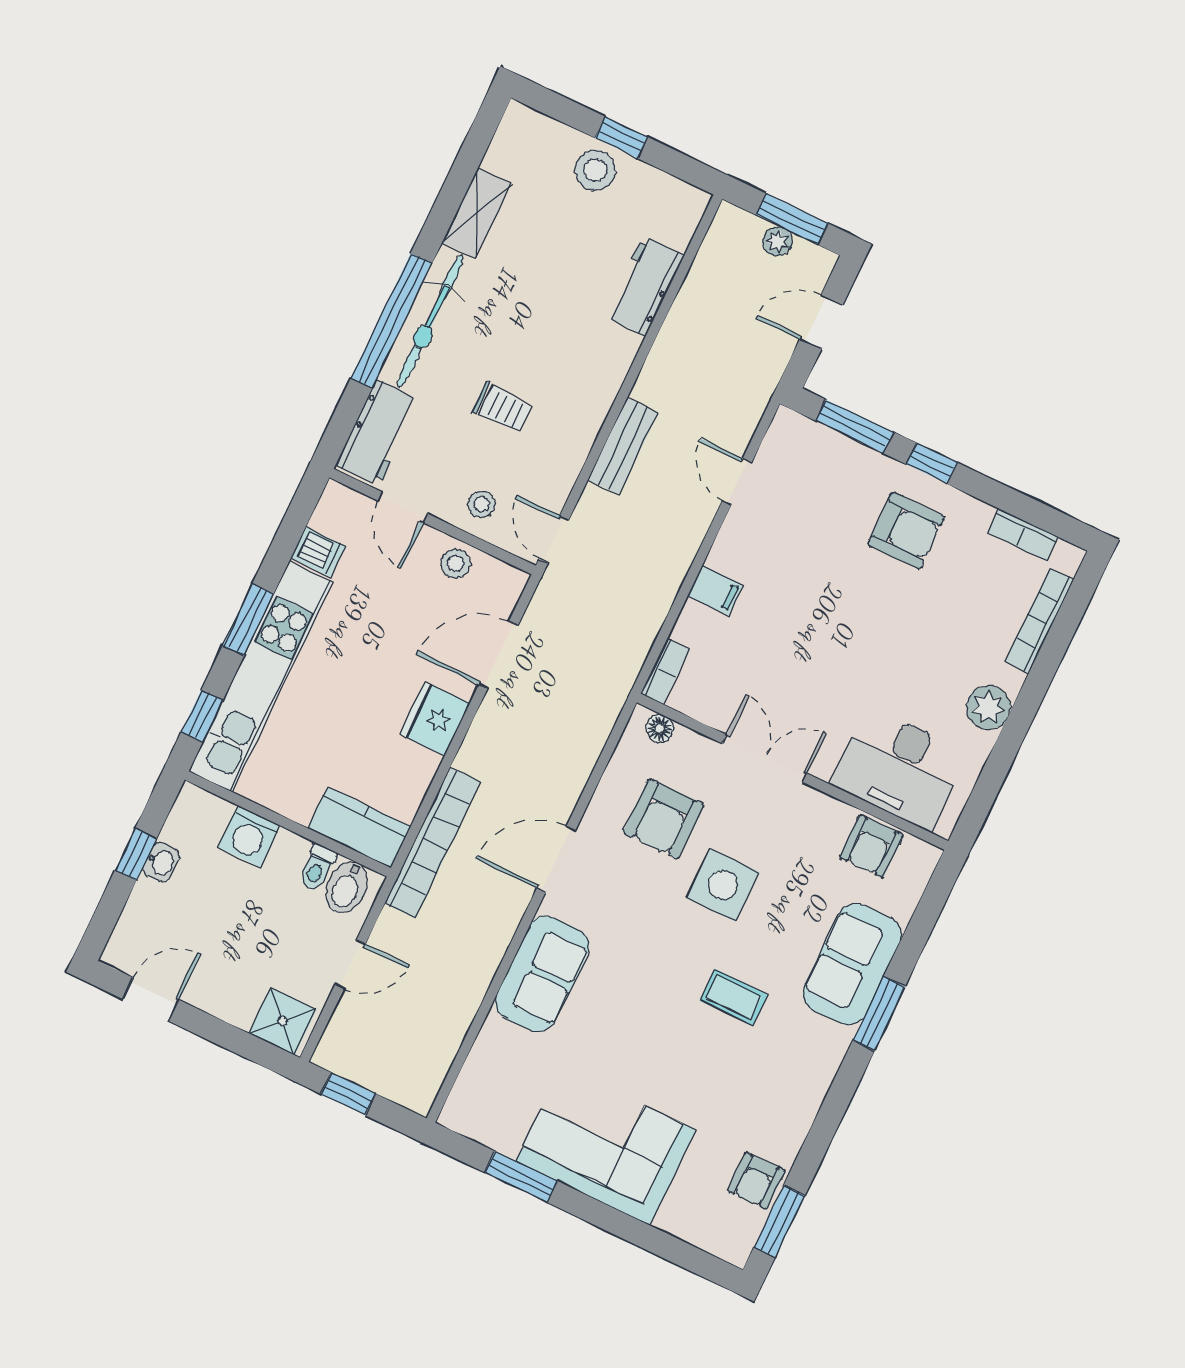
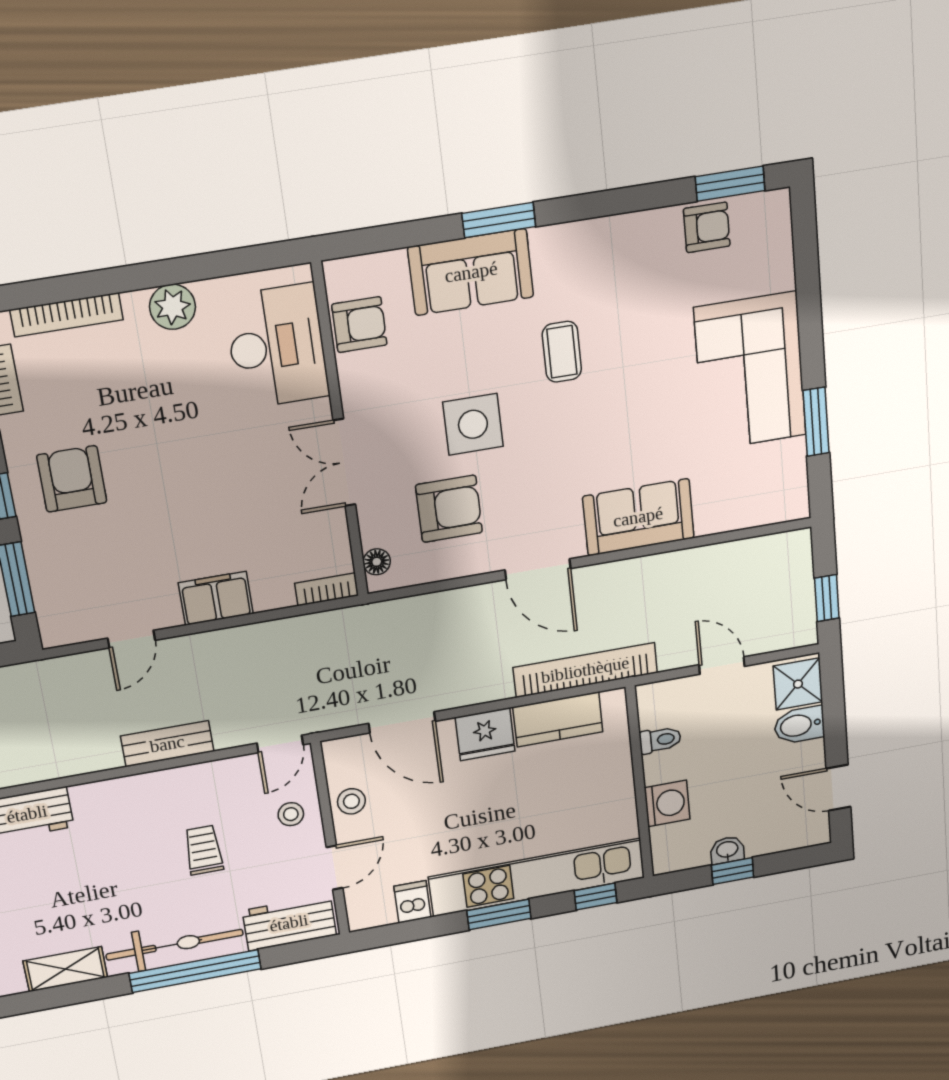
filing cabinet: (715, 591) -> (216, 598), width x2.00
kitchen counter: (359, 827) -> (558, 719), moved, turned -90
bidet: (347, 887) -> (799, 725), moved, turned 180

